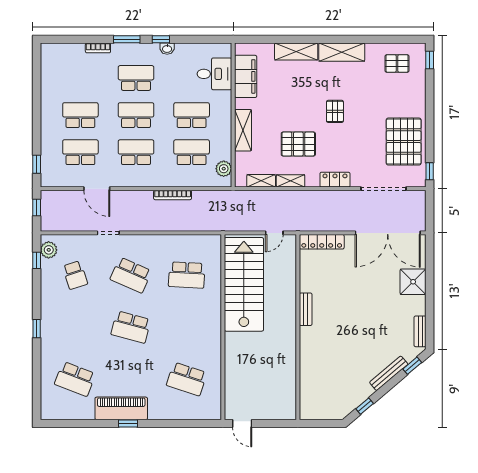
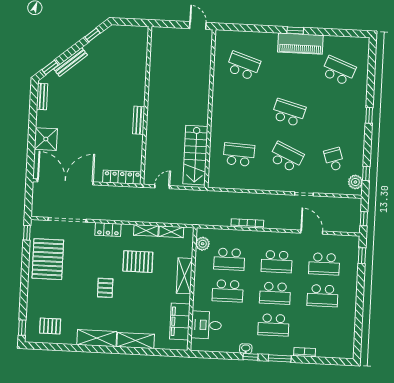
stairs: (244, 284) -> (195, 155), width x0.73, depth x0.66

